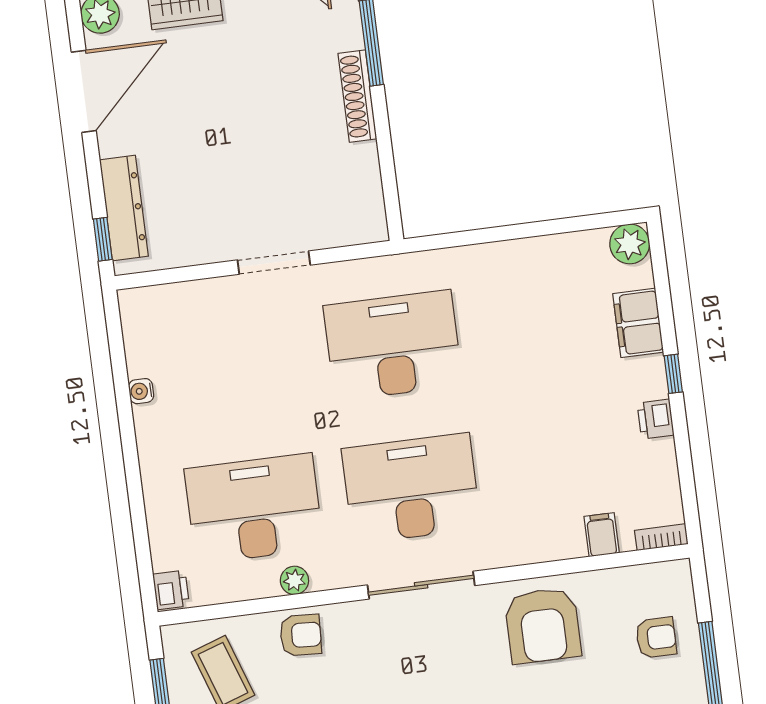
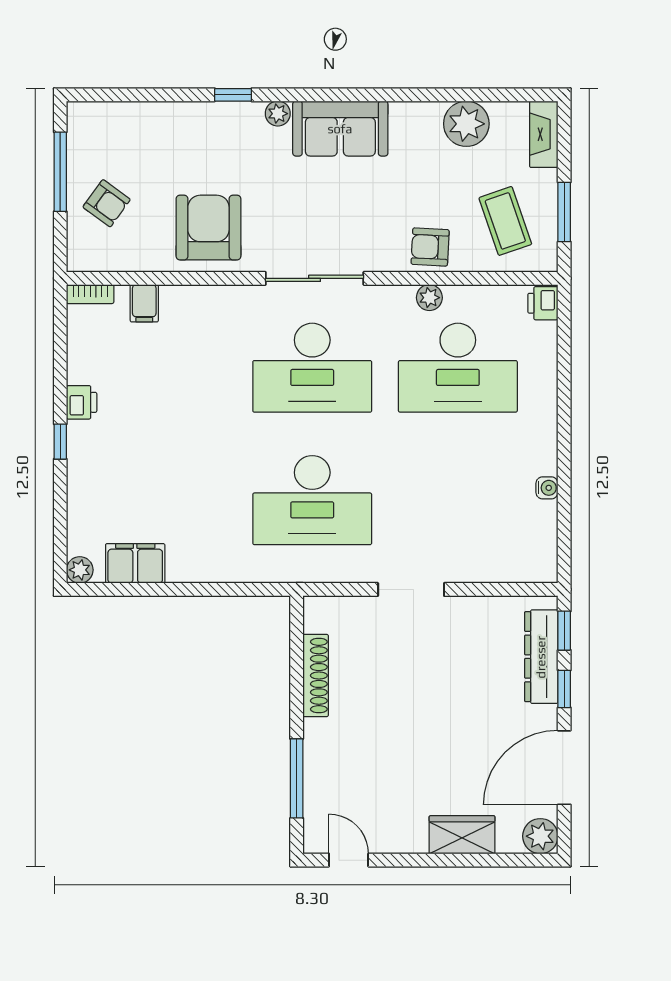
shoe rack: (357, 96) -> (316, 675), moved
window: (95, 176) -> (564, 689), added
plant: (630, 244) -> (80, 570), width x0.73, depth x0.73
filing cabinet: (638, 323) -> (135, 563), moved, turned -90
armchair: (656, 638) -> (107, 203), turned -144

